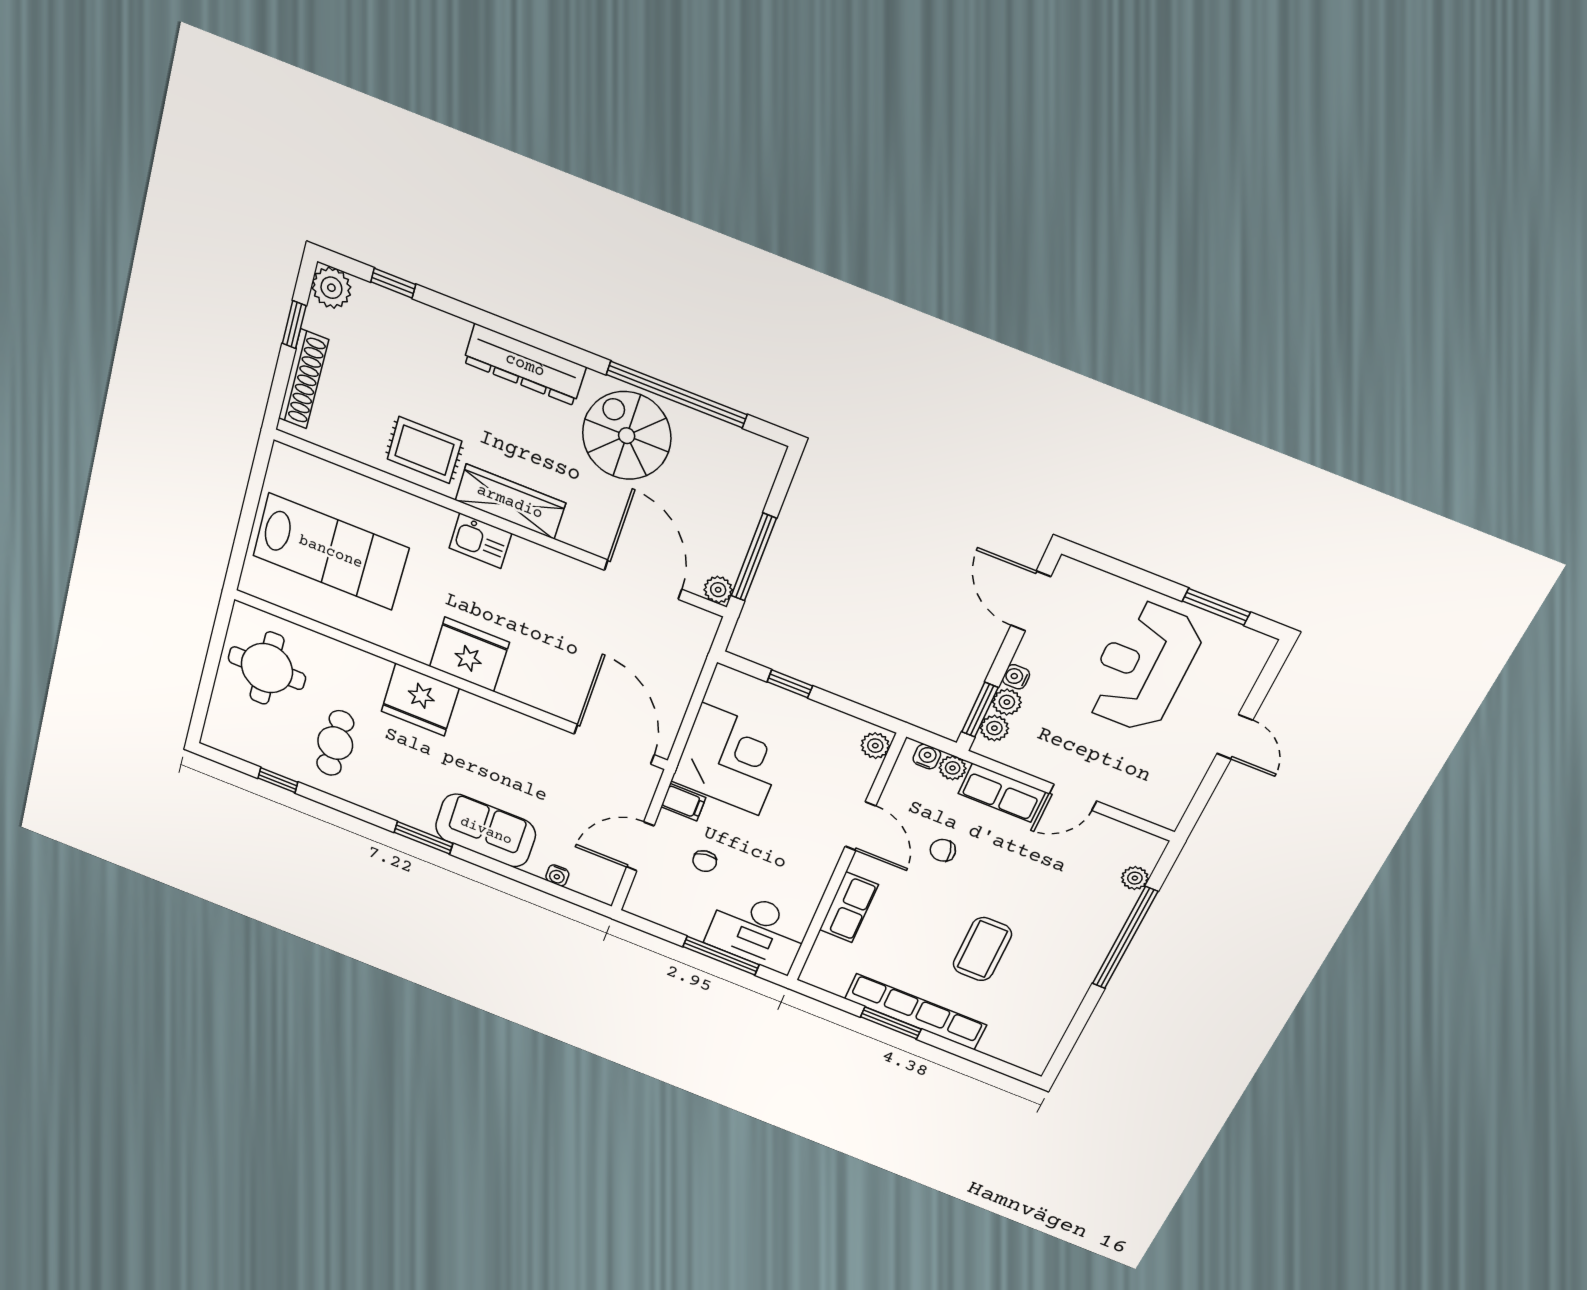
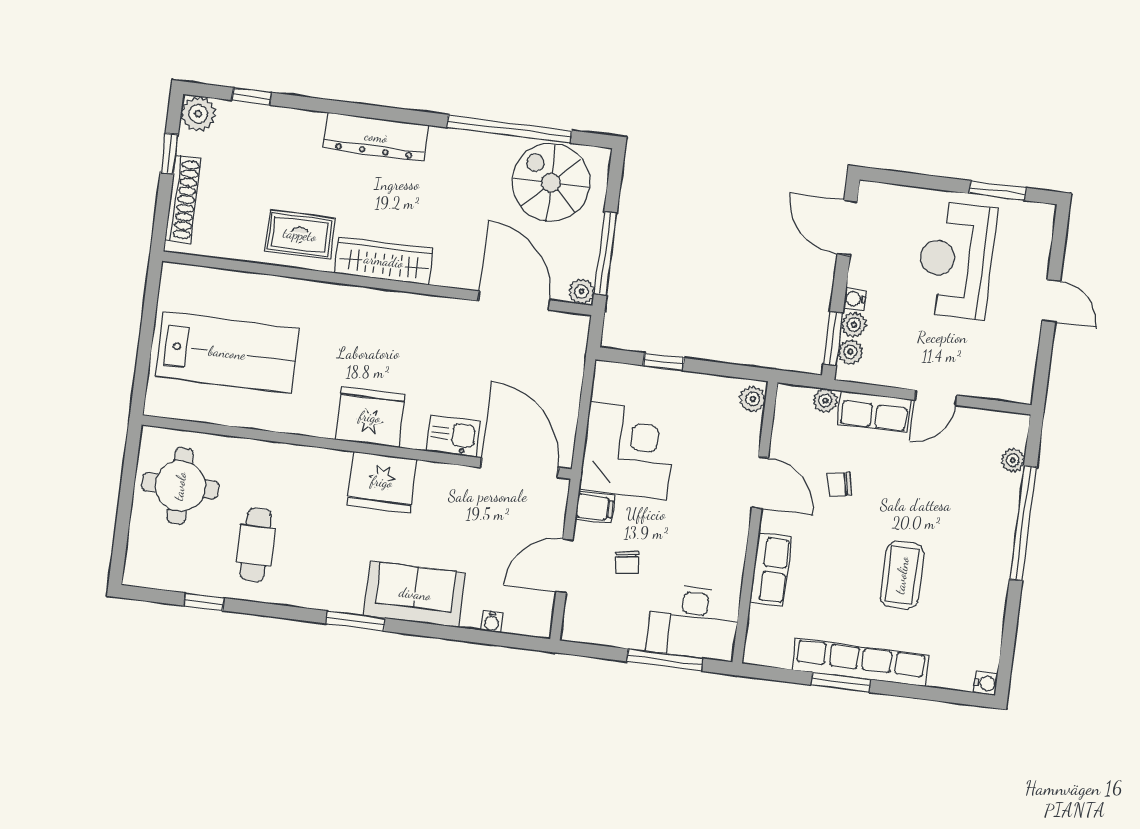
spiral stairs: (627, 436) -> (551, 183), moved
kitchen sink: (480, 541) -> (453, 436), moved, turned 180
fridge: (420, 700) -> (382, 482), moved
water cooler: (927, 757) -> (986, 683), moved, turned 90

